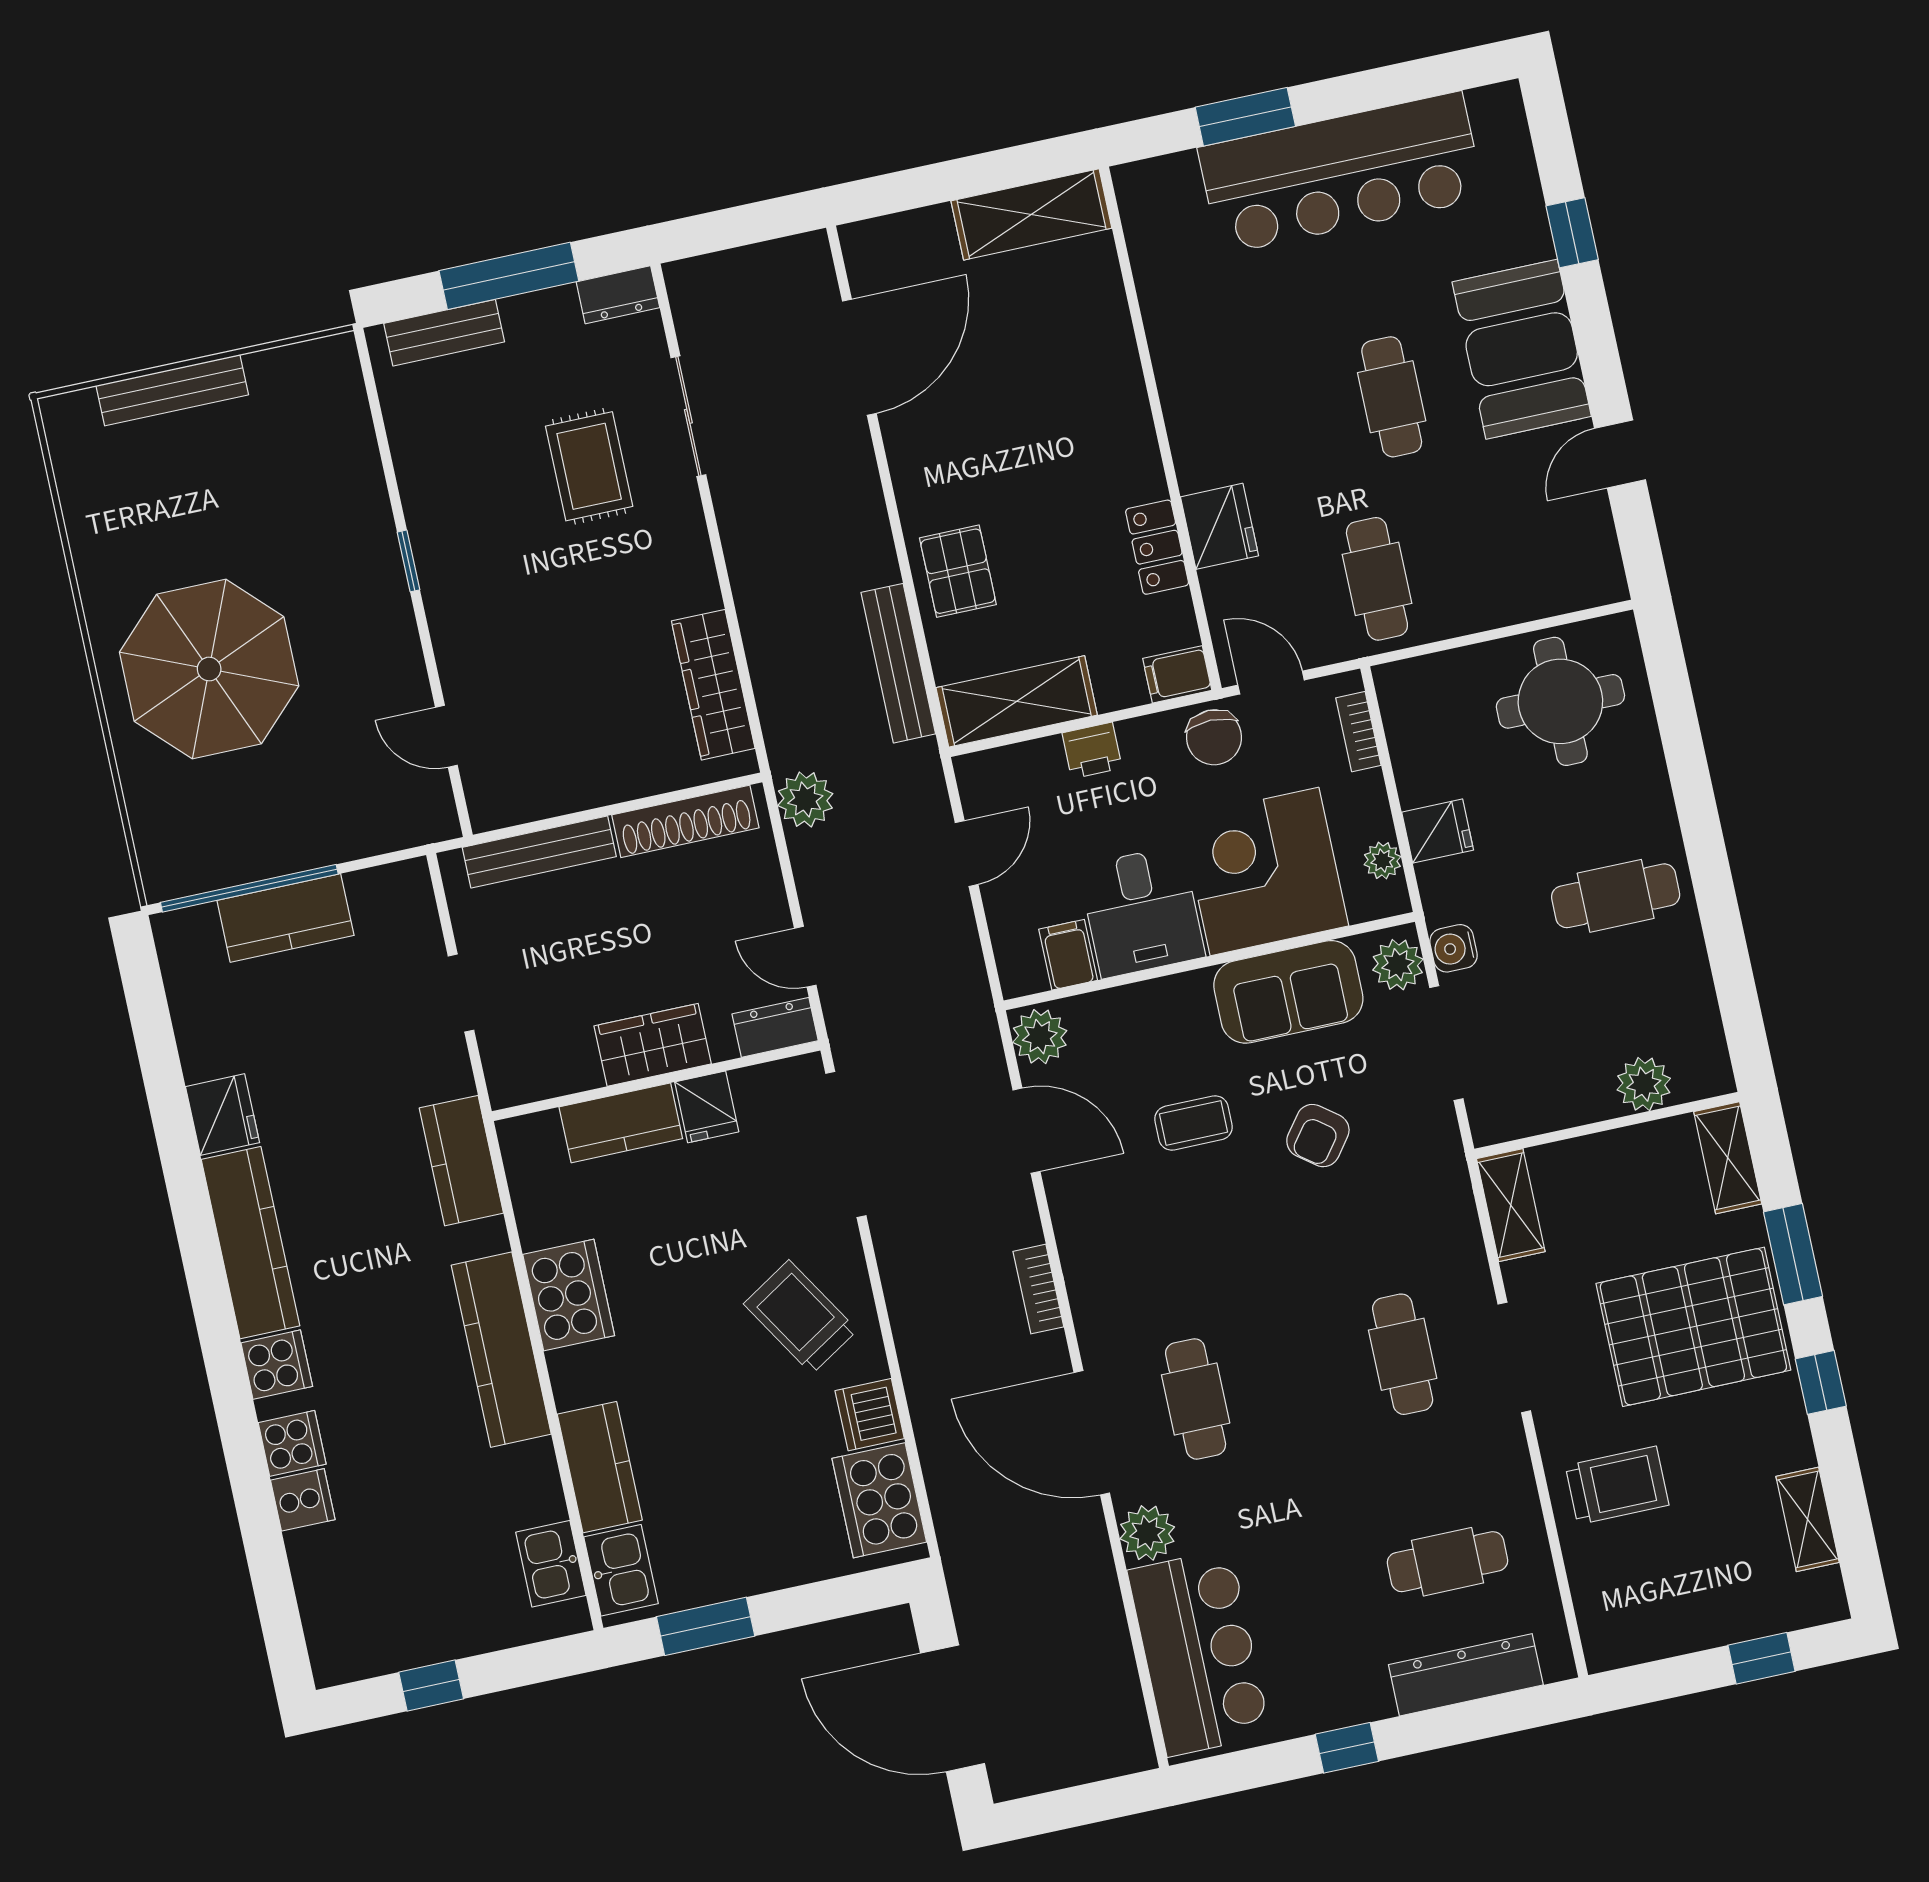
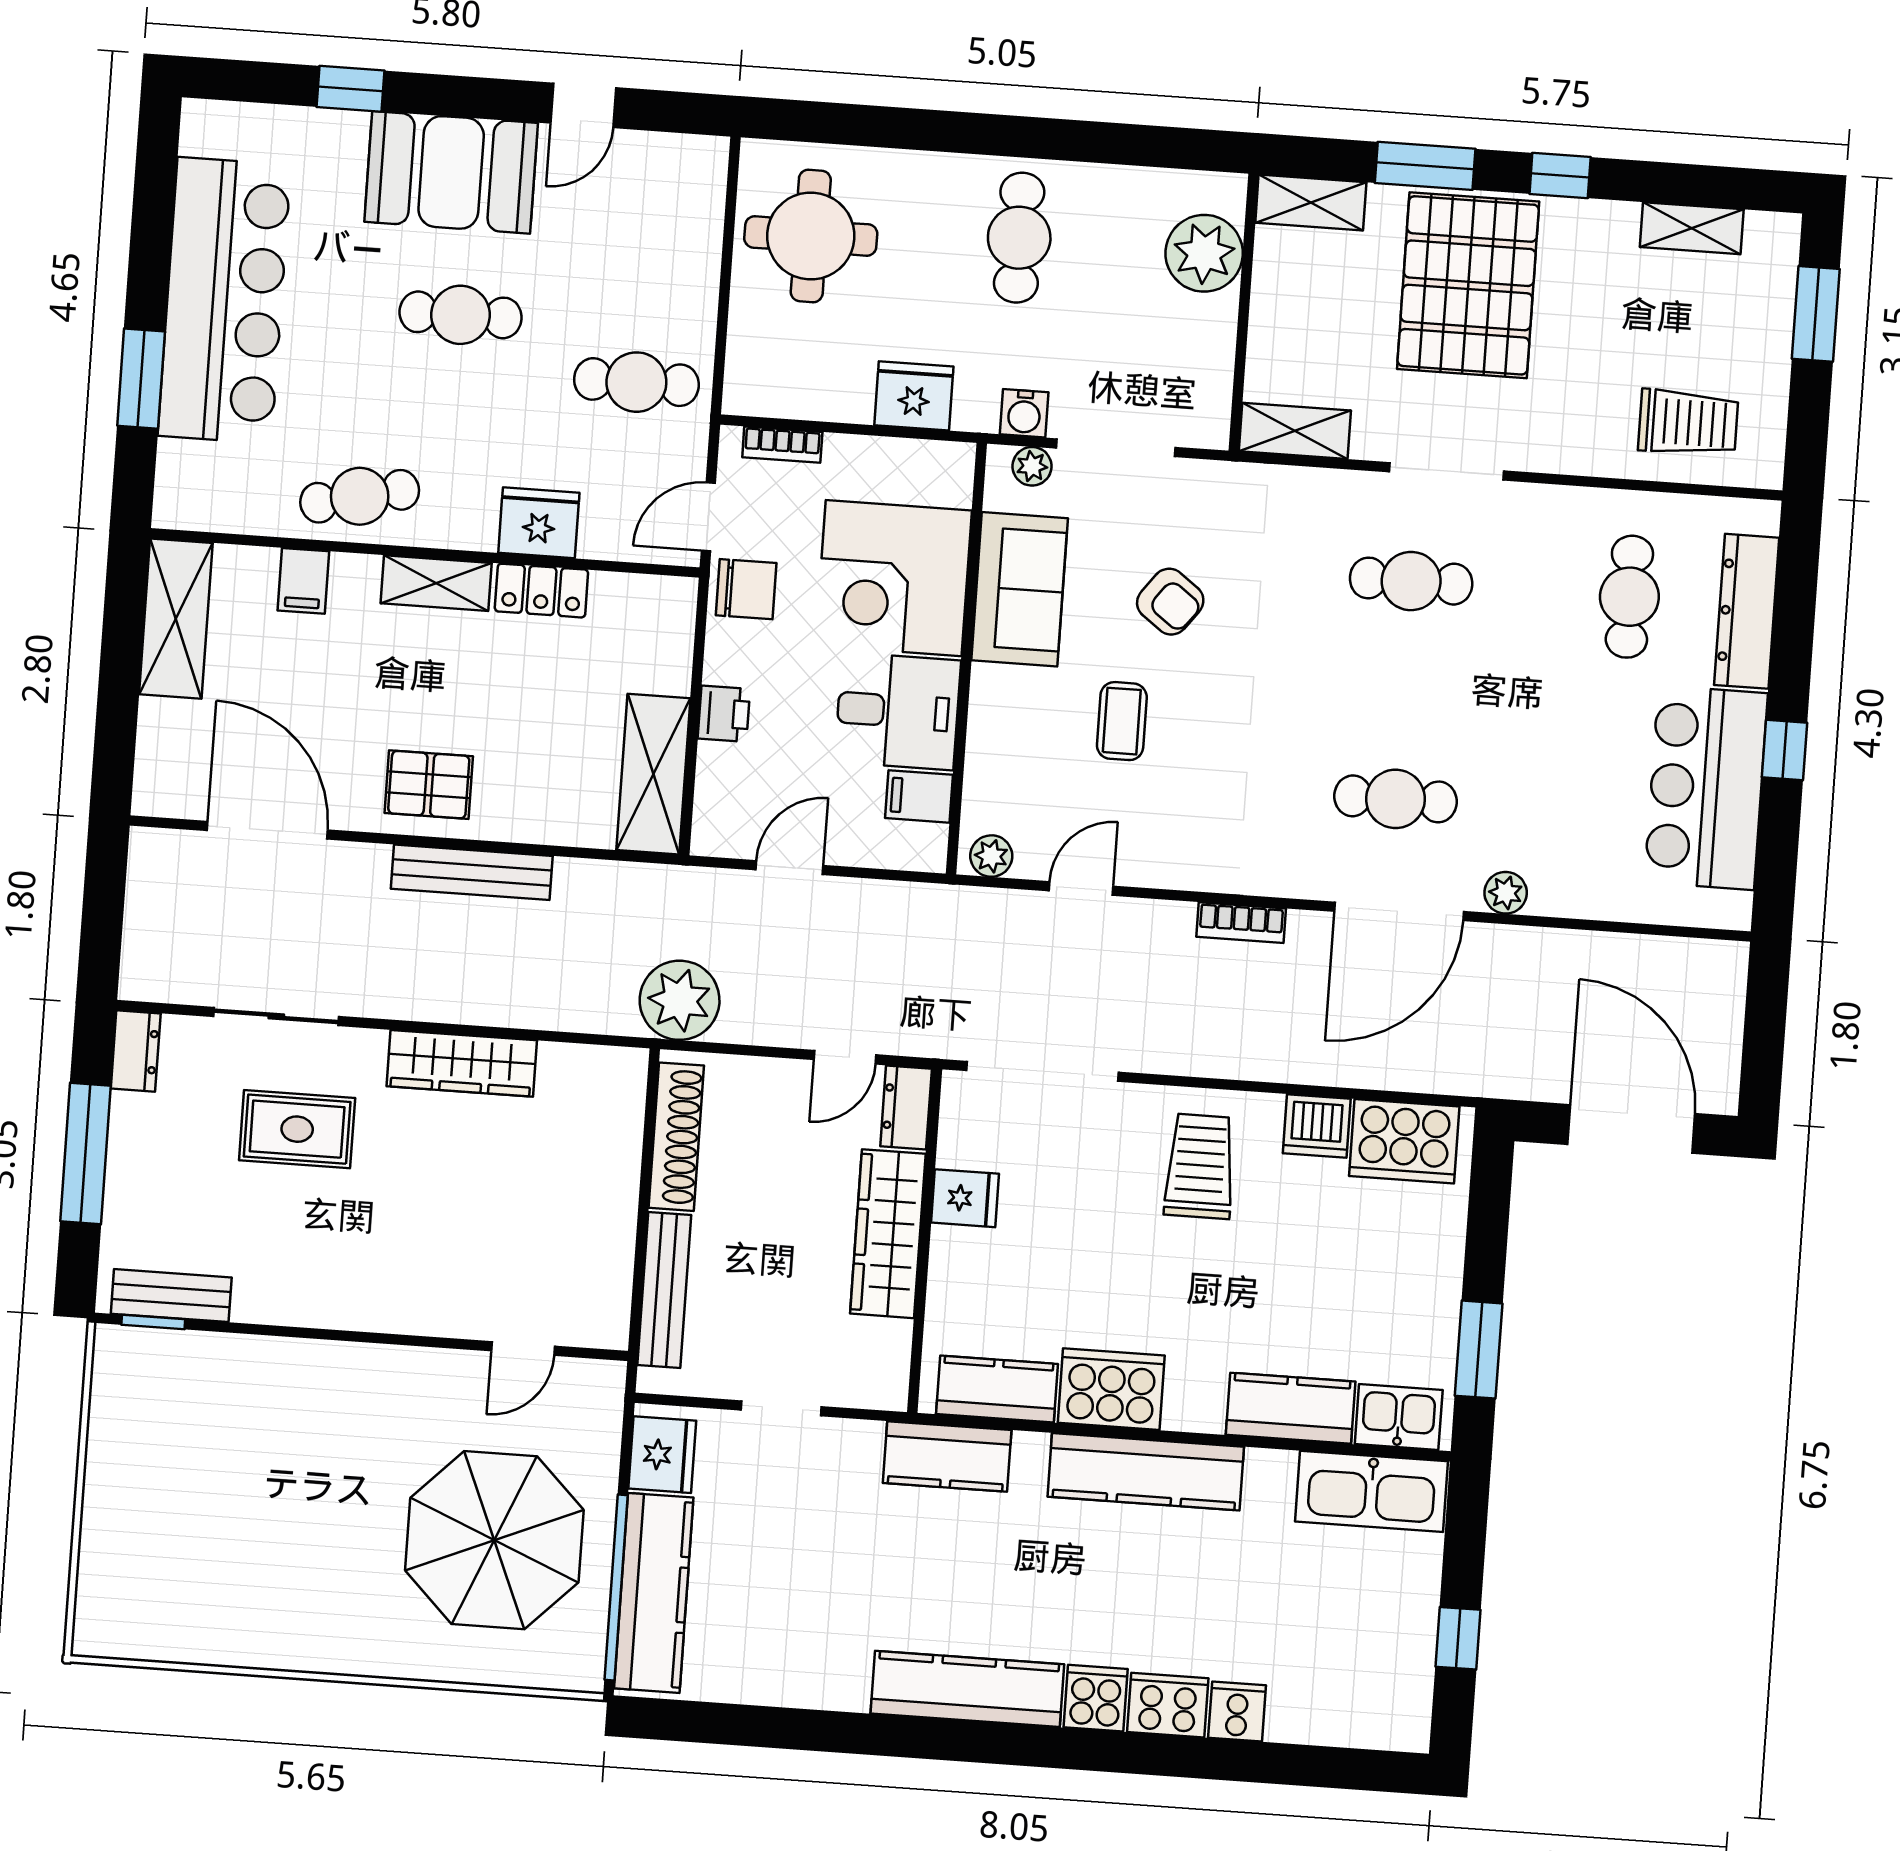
bench: (444, 333) -> (171, 1296), moved, turned 90
cafe table: (1195, 352) -> (360, 496), added
bench: (172, 390) -> (101, 1520), removed
shelving: (1135, 447) -> (436, 583), added
door: (1620, 454) -> (583, 105), hinge flipped
window: (408, 561) -> (153, 1322), moved
pallet: (958, 571) -> (429, 785), moved
bench: (898, 663) -> (472, 872), moved
parasol: (209, 669) -> (494, 1540), moved
filing cabinet: (1177, 674) -> (303, 581), moved
wardrobe: (713, 685) -> (462, 1063), moved
plant: (805, 800) -> (680, 1000), width x1.36, depth x1.36
fridge: (1438, 831) -> (914, 396), width x1.38
door: (967, 854) -> (790, 868), hinge flipped
plant: (1382, 861) -> (917, 458), removed
kitchen counter: (285, 918) -> (654, 1593), width x1.50
plant: (1398, 965) -> (1032, 466), width x0.73, depth x0.73
plant: (1040, 1037) -> (991, 856), width x0.73, depth x0.73
wardrobe: (653, 1045) -> (888, 1234), width x1.50
plant: (1644, 1084) -> (1204, 253), width x1.36, depth x1.36
fridge: (222, 1115) -> (662, 1455), moved, turned 90
kitchen counter: (621, 1123) -> (997, 1389), moved, turned -90
door: (1027, 1131) -> (1081, 889), width x0.73
trolley: (800, 1317) -> (1200, 1166), turned 122
cooker: (292, 1443) -> (1168, 1705), width x1.36
trolley: (1617, 1485) -> (1688, 423), moved, turned 90
plant: (1147, 1533) -> (1506, 893), width x0.73, depth x0.73
kitchen sink: (551, 1564) -> (1371, 1491), width x1.87, depth x1.24
bar counter: (1199, 1653) -> (1706, 788), moved, turned -90
window: (1761, 1658) -> (1816, 314), width x1.50
door: (952, 1708) -> (1631, 1129), swing flipped

